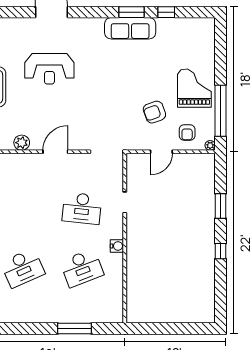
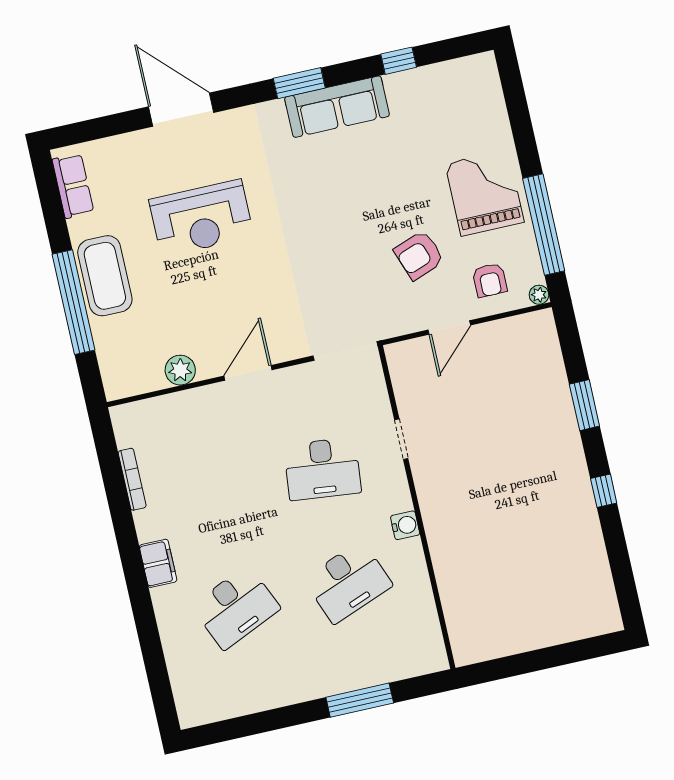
window: (131, 12) -> (299, 83), moved

